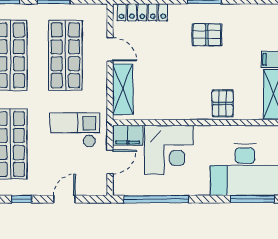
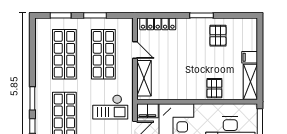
pallet: (207, 35) -> (218, 36), moved, turned 90
checkout: (75, 130) -> (110, 107), turned 180

